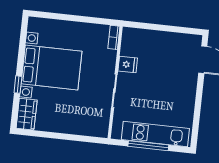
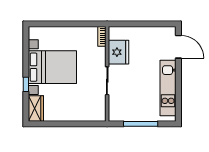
fridge: (128, 65) -> (119, 52), width x1.88, depth x1.34
kitchen unit: (155, 134) -> (168, 88), moved, turned -90

